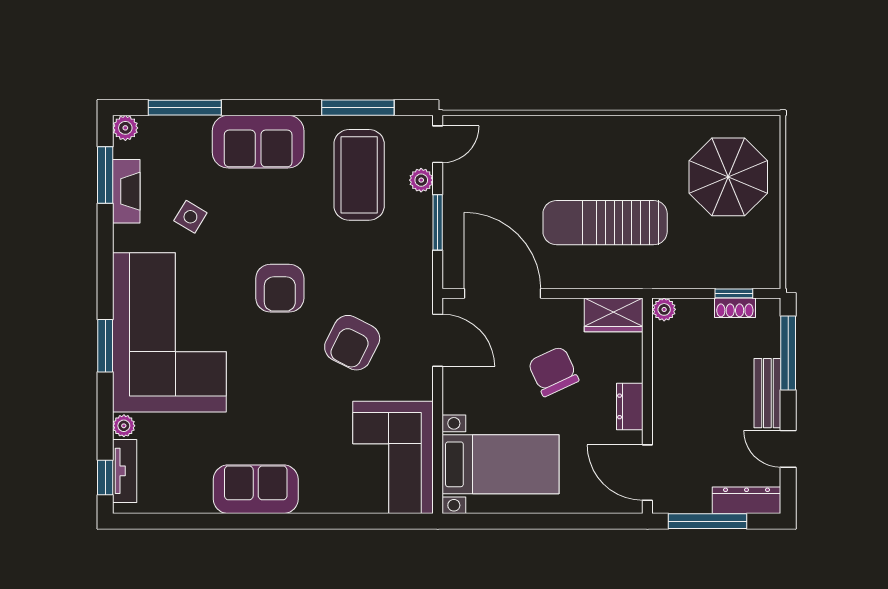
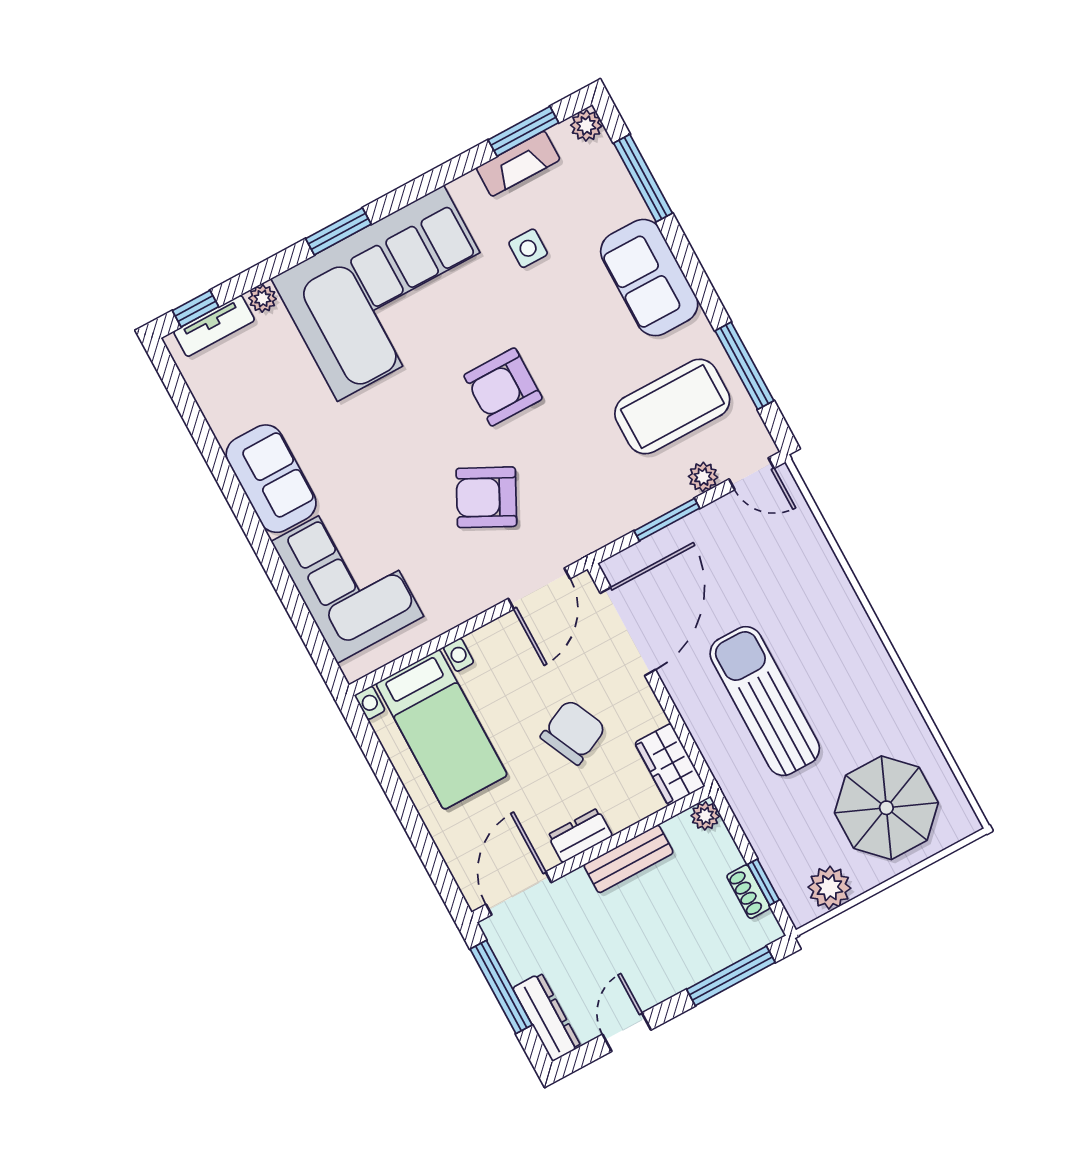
side table: (190, 217) -> (528, 248), turned -31
plant: (763, 248) -> (829, 888), added
bench: (767, 393) -> (629, 859), moved
corner sofa: (393, 457) -> (347, 579), moved, turned 90

